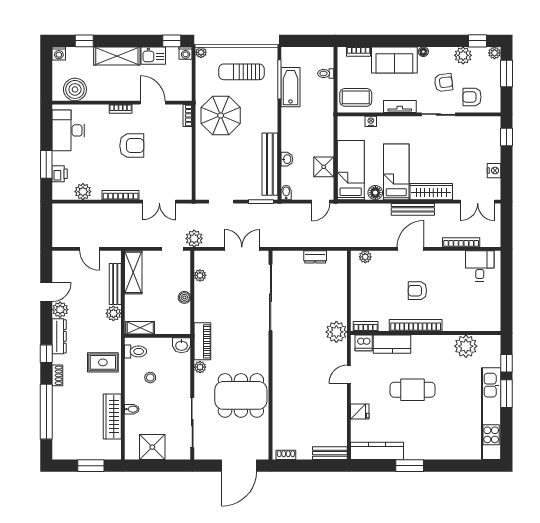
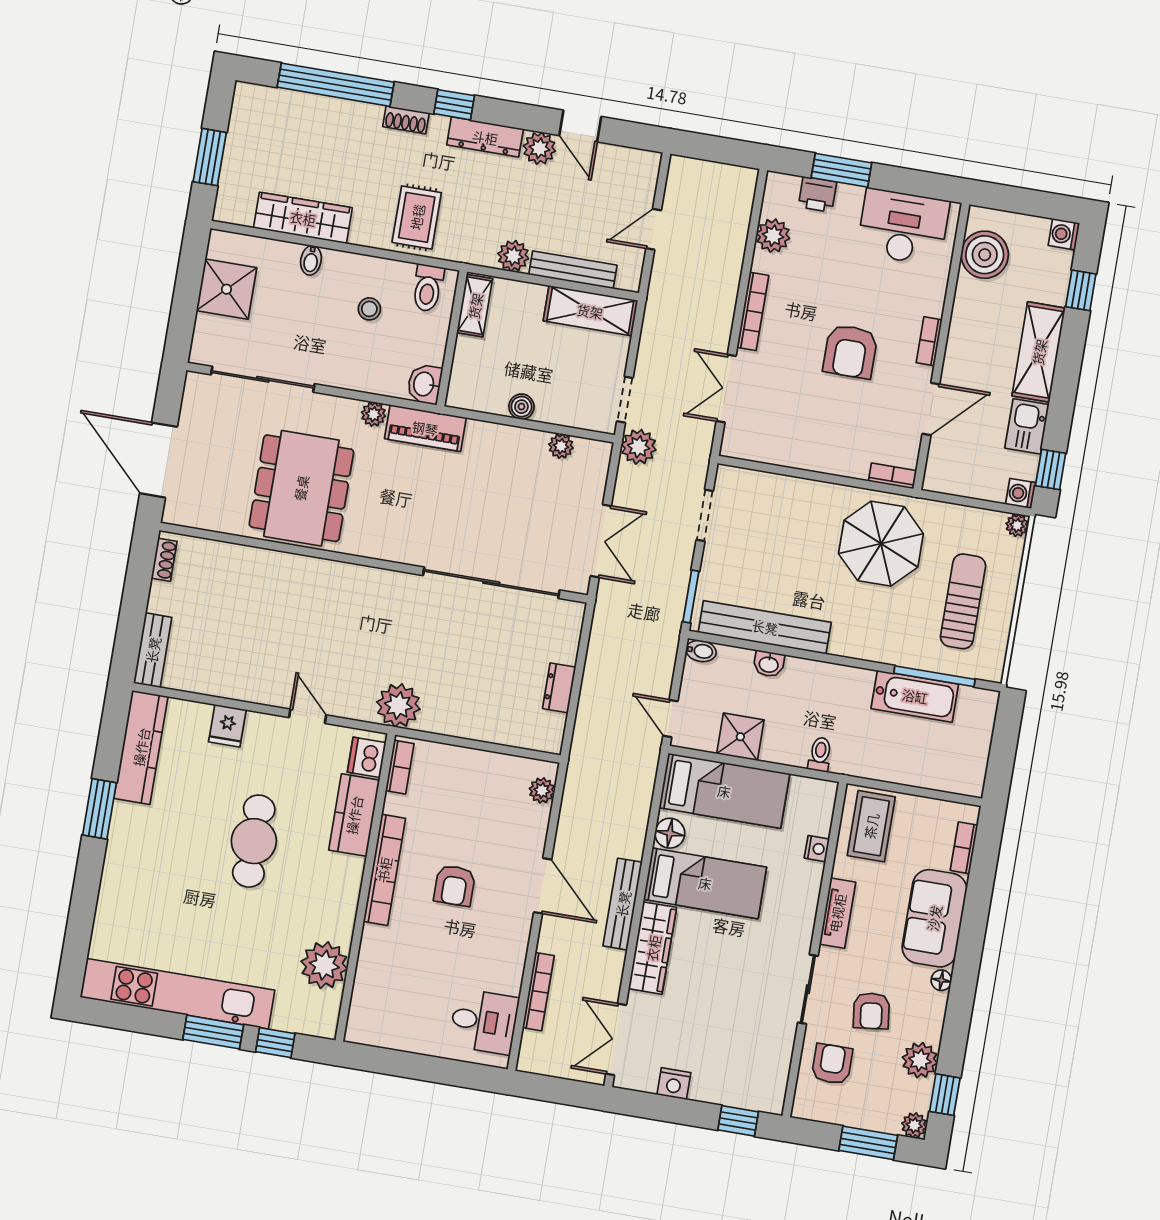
toilet: (326, 73) -> (820, 754), moved
armchair: (417, 291) -> (455, 886), turned 180

